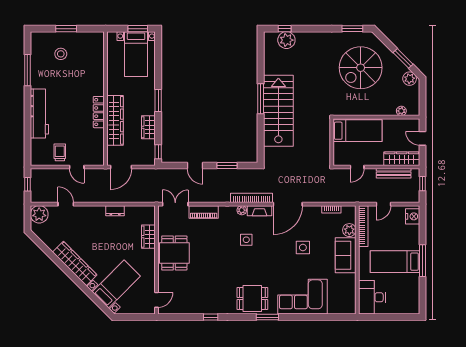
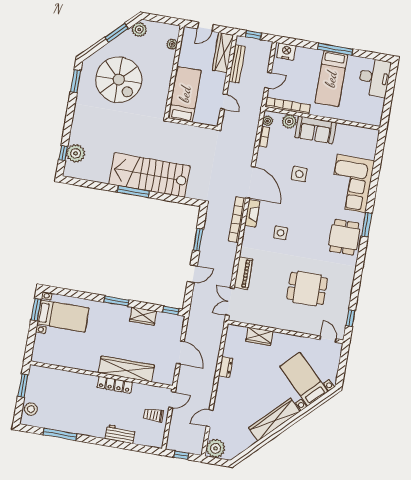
stool: (61, 54) -> (31, 409), moved
wall: (106, 99) -> (101, 375), moved
locker: (99, 112) -> (115, 385), moved
workbench: (39, 114) -> (120, 434), width x0.53, depth x0.76
wardrobe: (115, 120) -> (126, 369), moved
door: (384, 204) -> (268, 80), hinge flipped
plant: (242, 210) -> (268, 121), moved
dining table: (174, 253) -> (307, 289), moved
desk: (372, 297) -> (374, 78), moved, turned -90
window: (211, 317) -> (351, 318), moved

